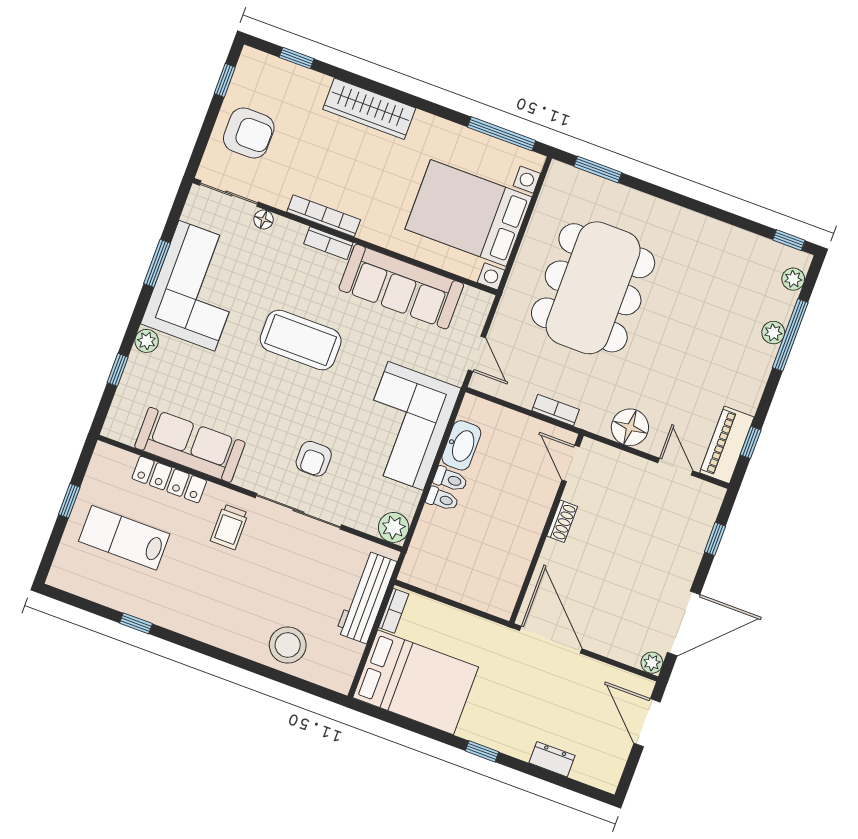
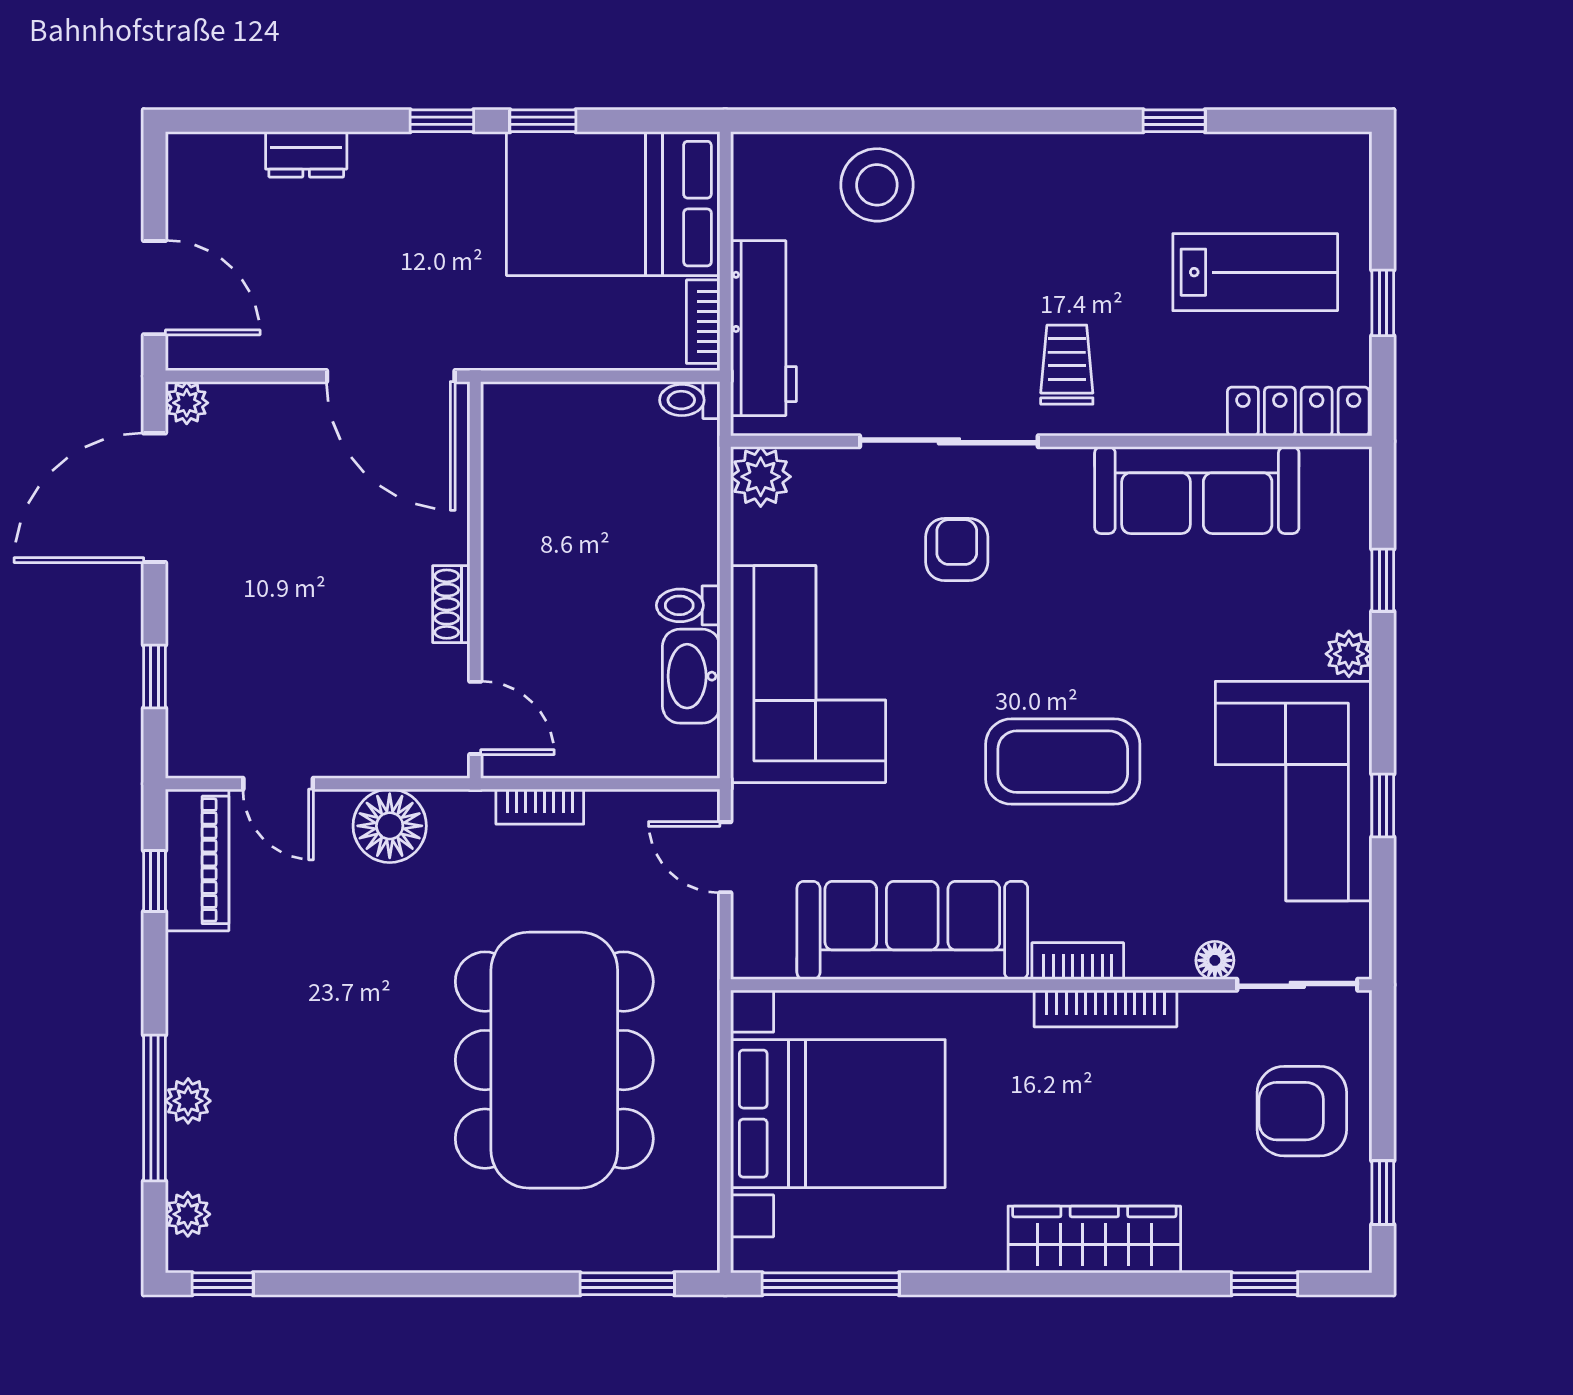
window: (157, 263) -> (1383, 806), width x0.67
locker: (169, 480) -> (1298, 411), moved
toilet: (442, 499) -> (690, 400), moved
window: (434, 734) -> (543, 121), added

